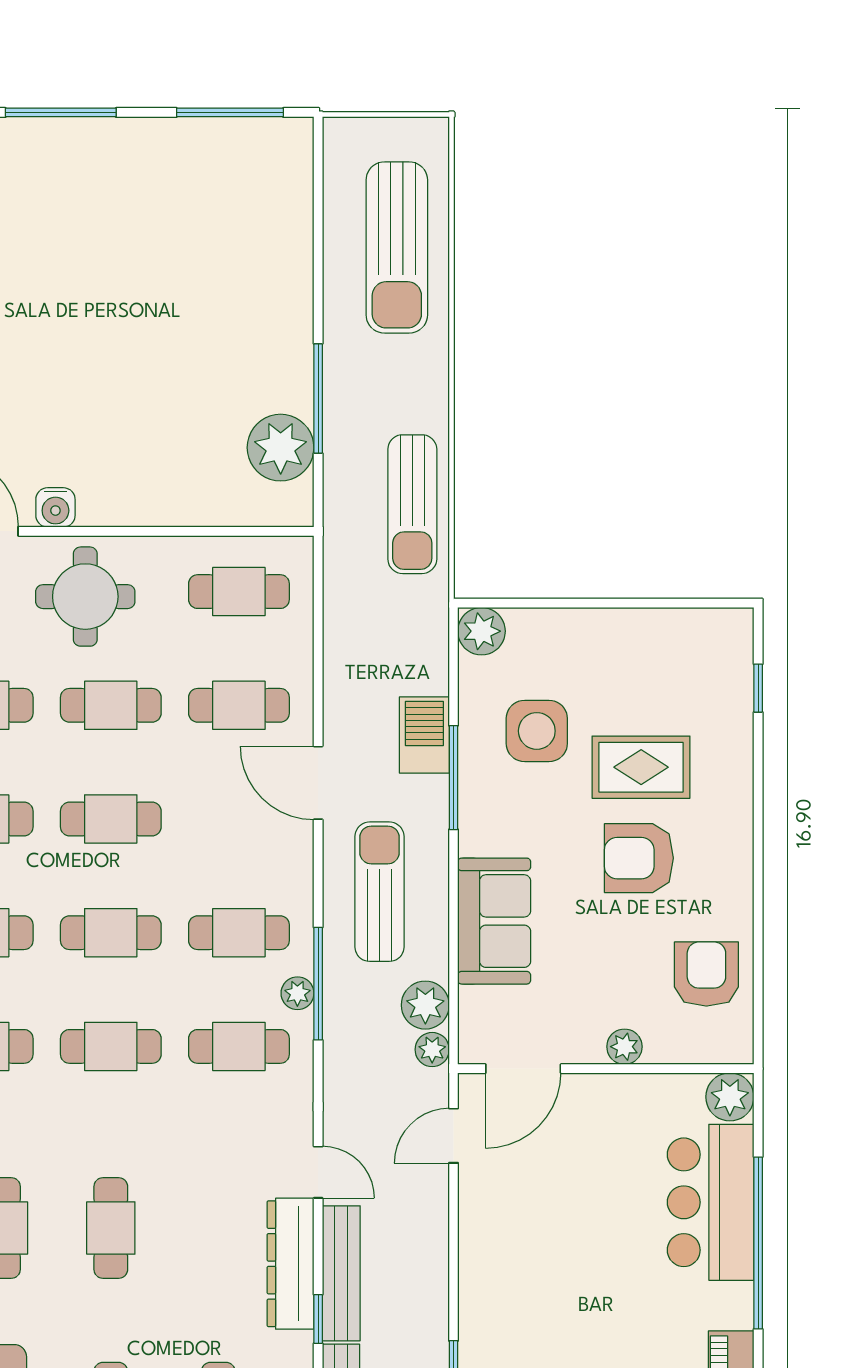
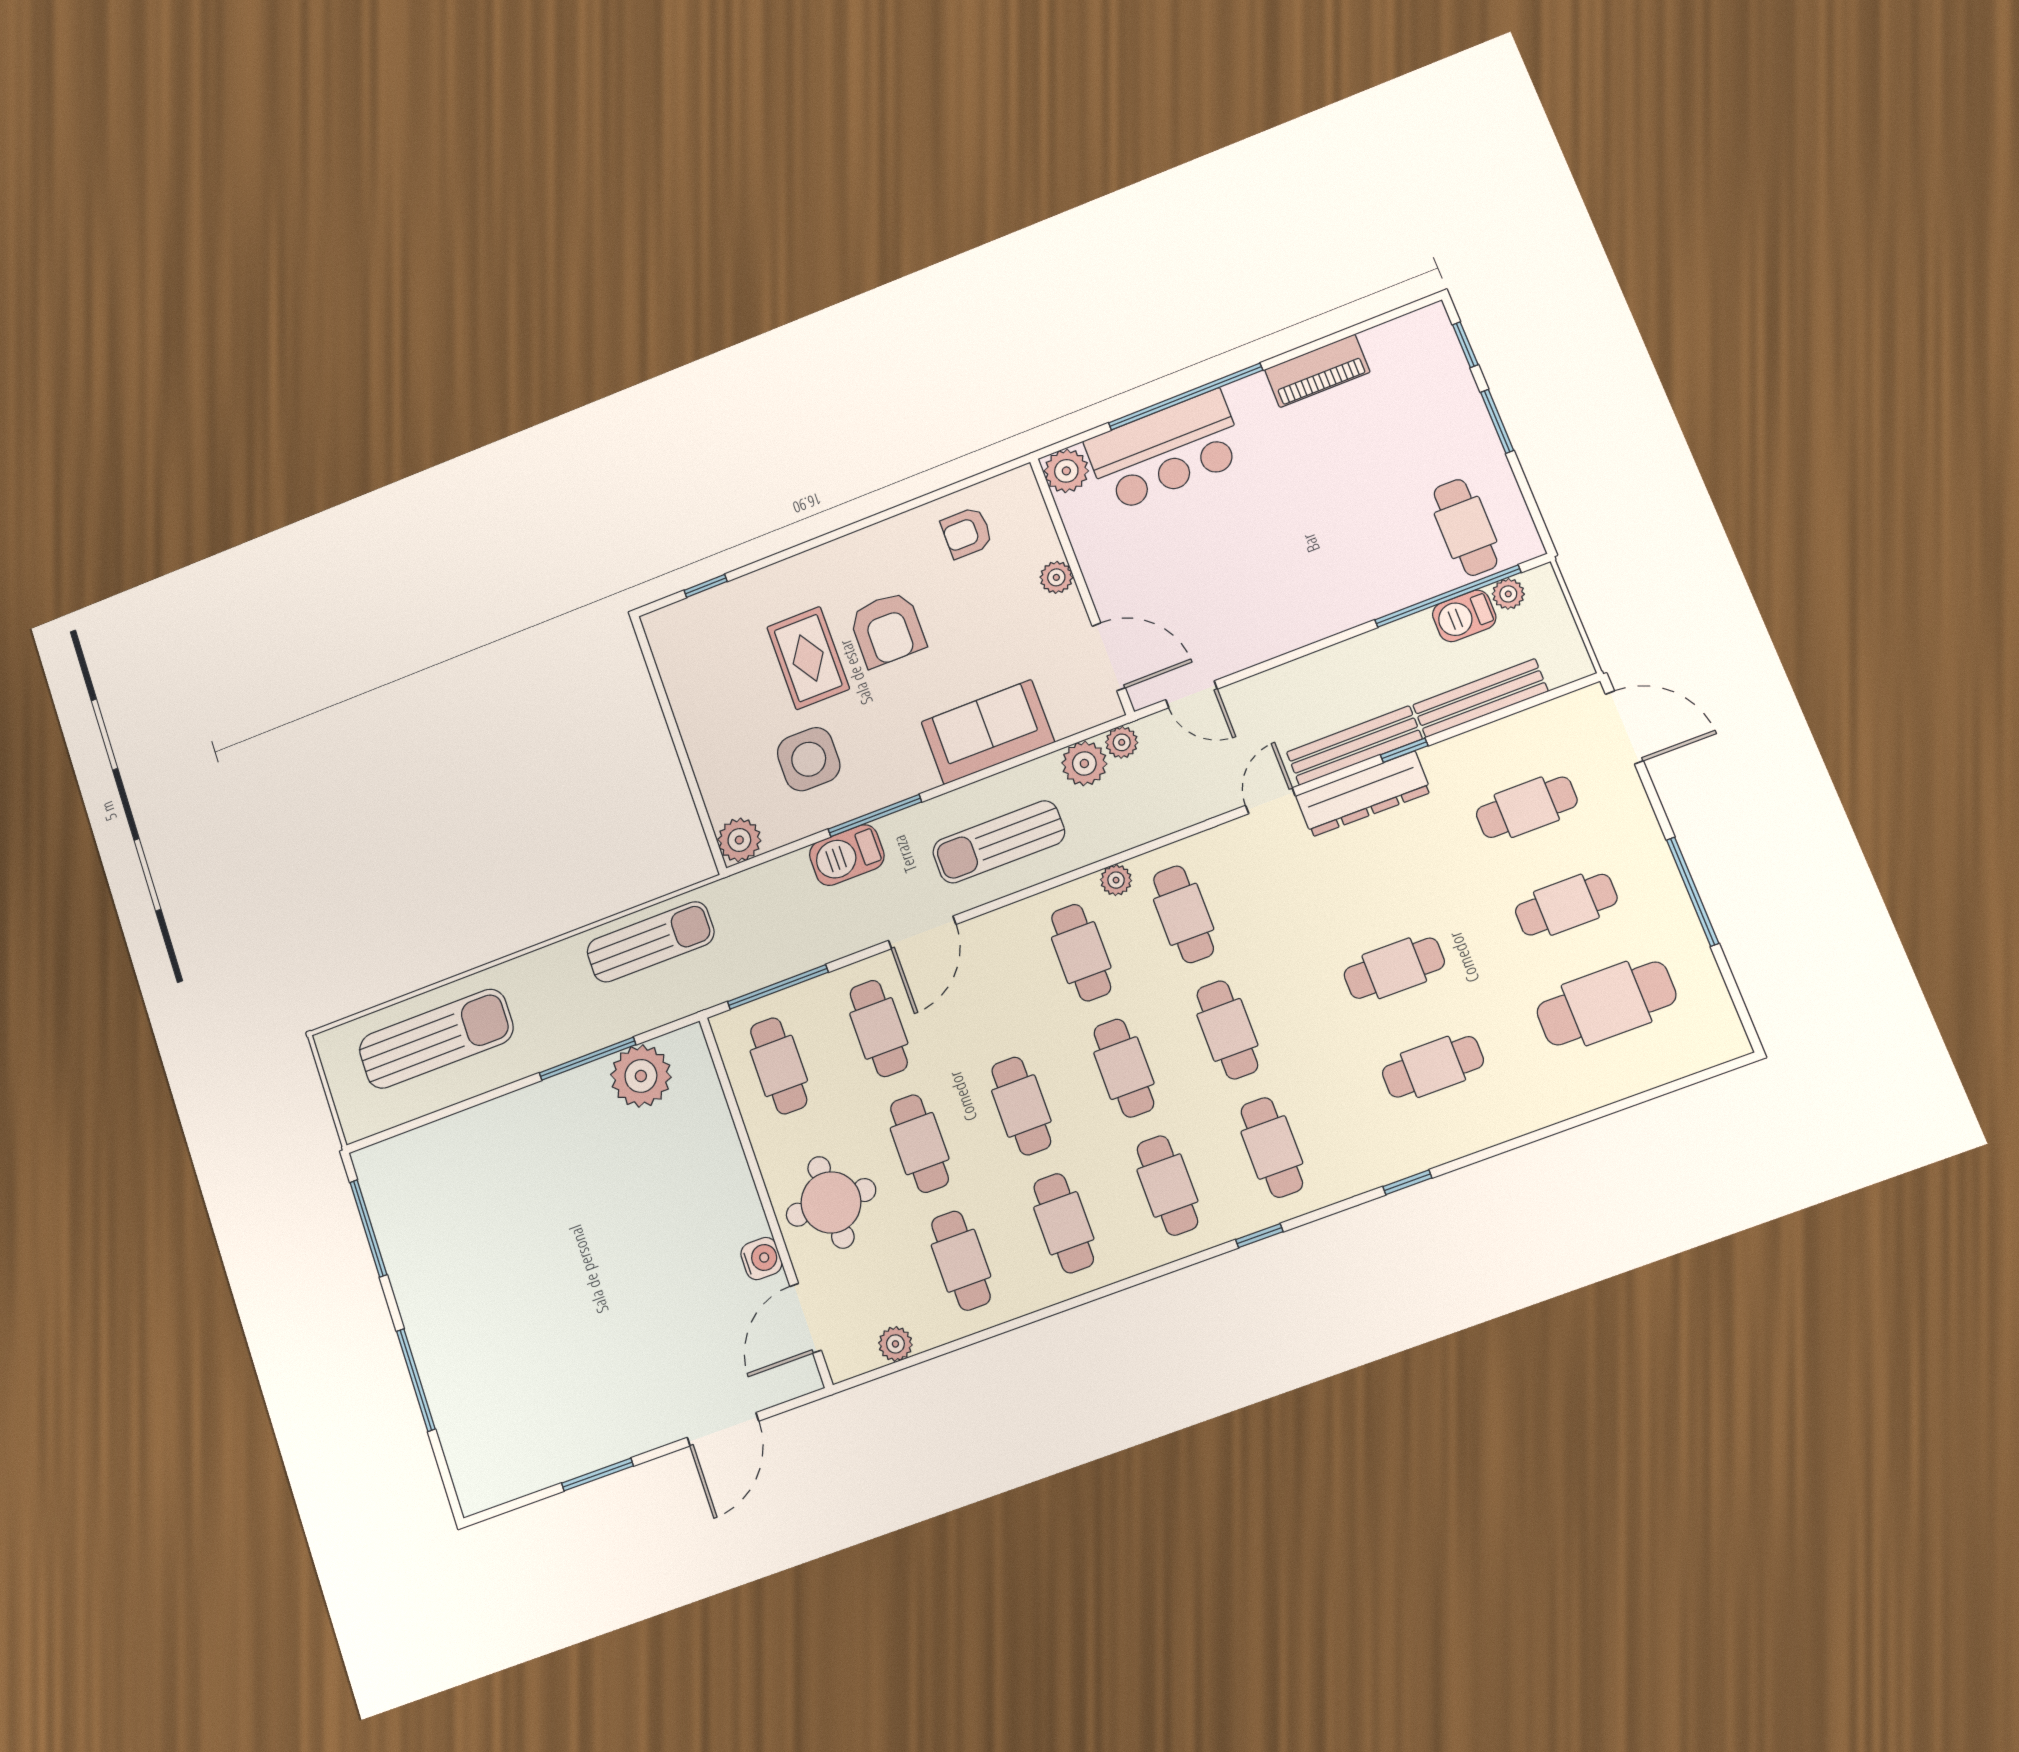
armchair: (706, 974) -> (967, 533), width x0.72, depth x0.72
window: (318, 984) -> (778, 987), moved

